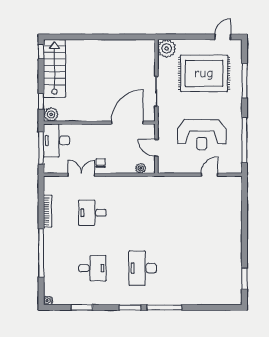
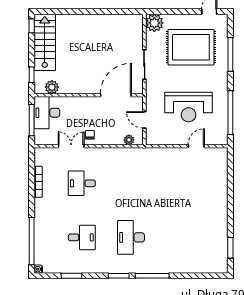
plant: (51, 114) -> (52, 87), moved
window: (41, 253) -> (32, 241), moved

